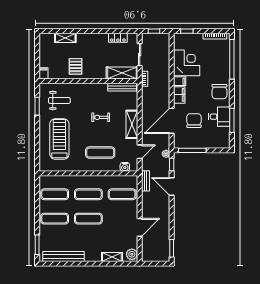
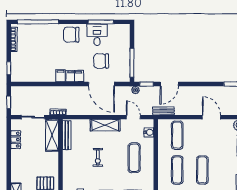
corner desk: (187, 63) -> (42, 68), removed
chair: (219, 92) -> (71, 35), turned 180

